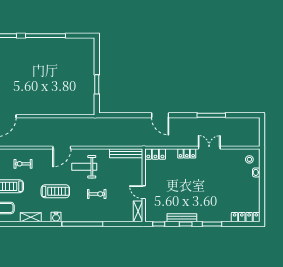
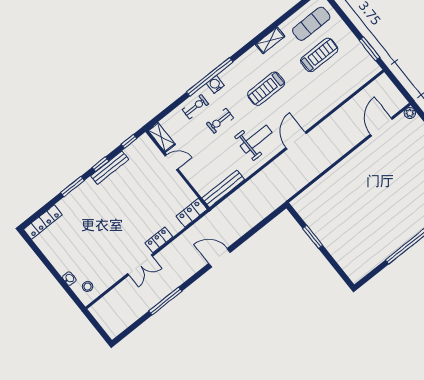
exercise bike: (23, 164) -> (195, 107), moved
water cooler: (56, 217) -> (215, 84), moved

